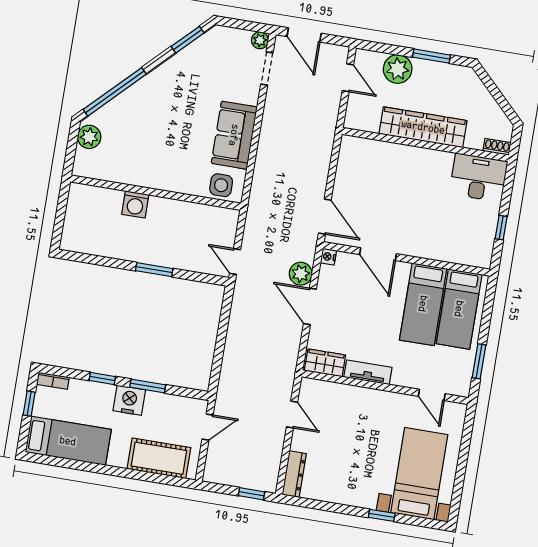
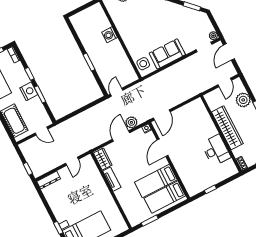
desk: (478, 178) -> (216, 150), moved
door: (432, 395) -> (122, 212), removed

